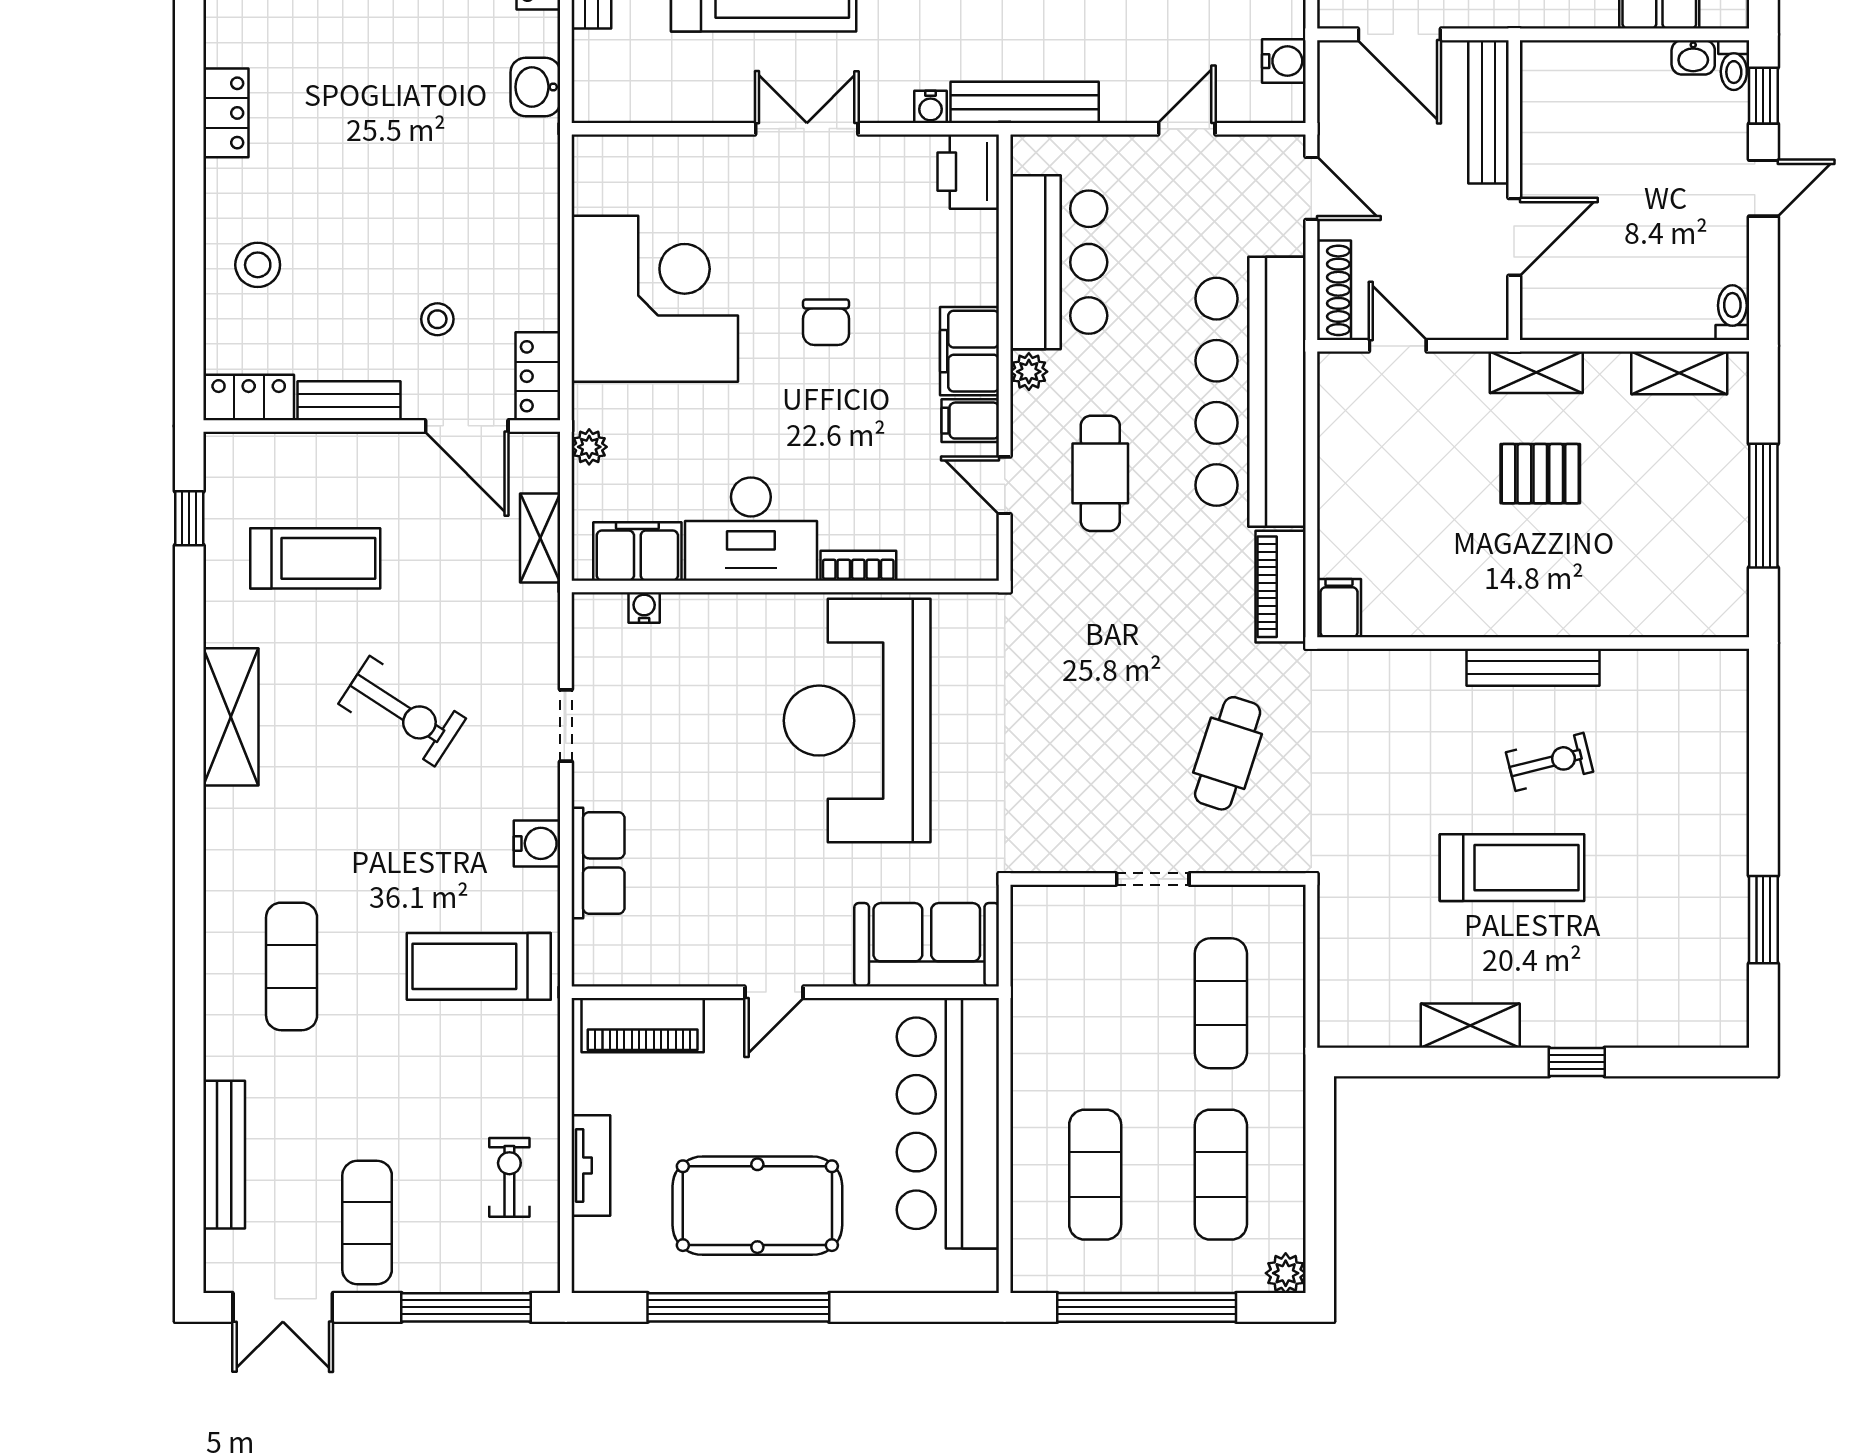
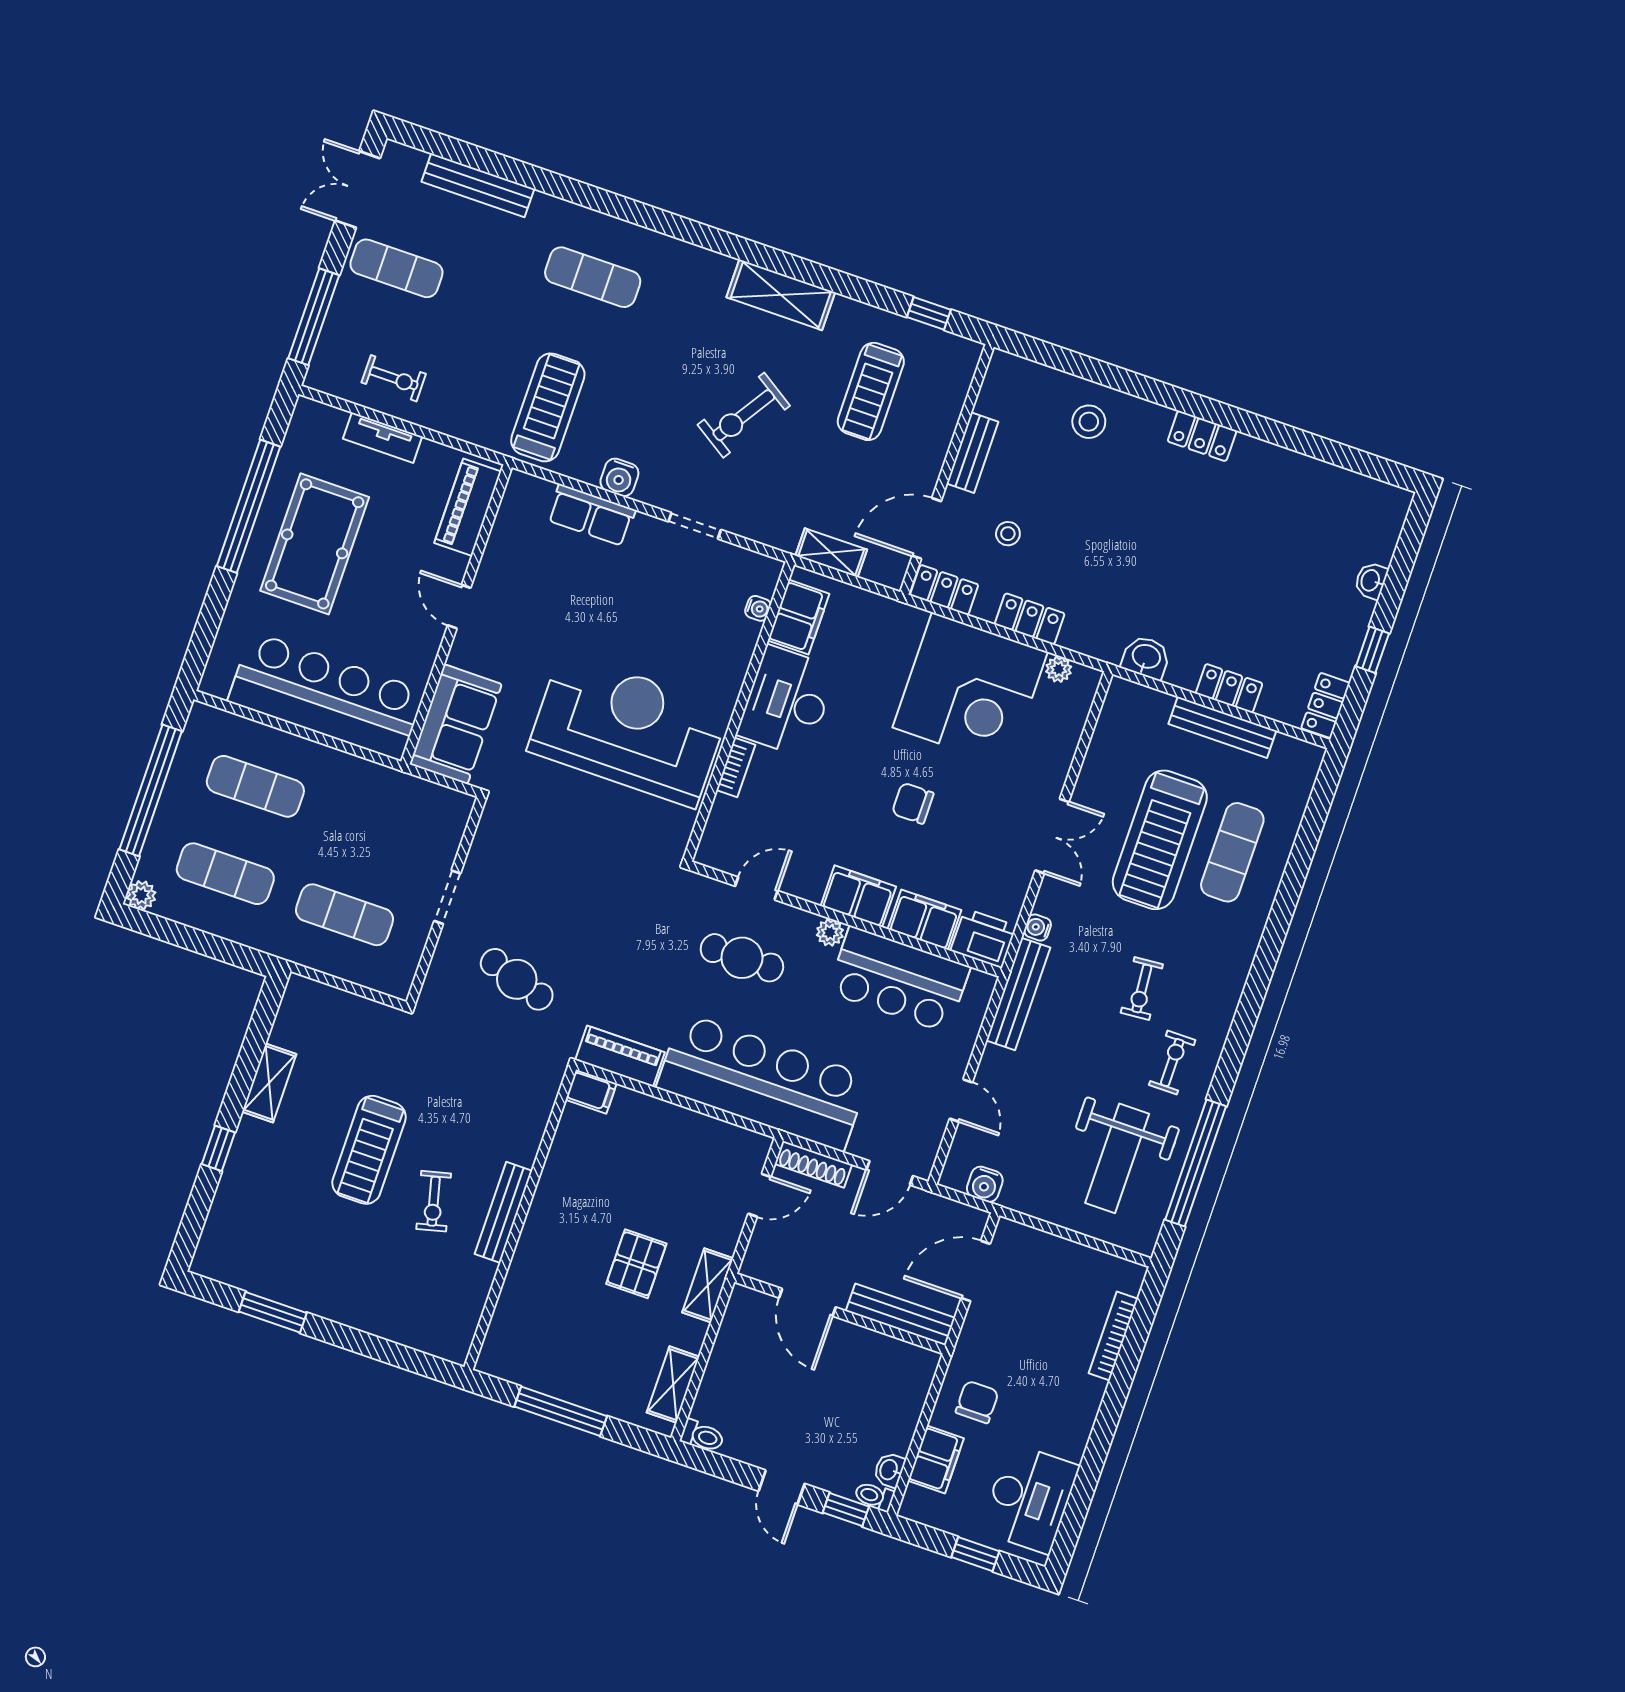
locker: (249, 398) -> (1030, 619), moved, turned -90
filing cabinet: (970, 421) -> (925, 920), moved, width x2.00
plant: (589, 447) -> (1059, 669), moved

